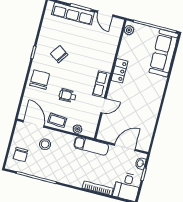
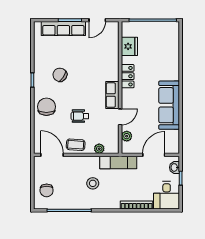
door: (105, 14) -> (97, 20), hinge flipped
plant: (129, 30) -> (127, 136), moved
fridge: (128, 45) -> (129, 46), added
sofa: (164, 53) -> (169, 105), moved
stool: (45, 144) -> (93, 183), moved

